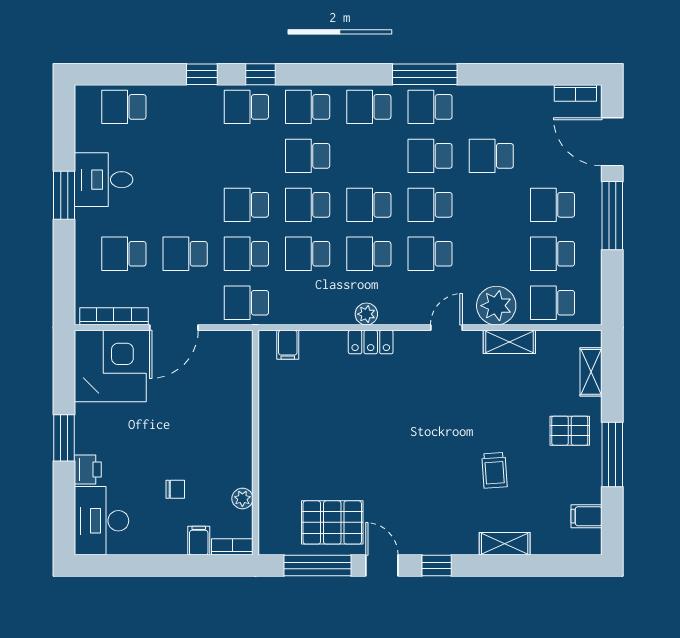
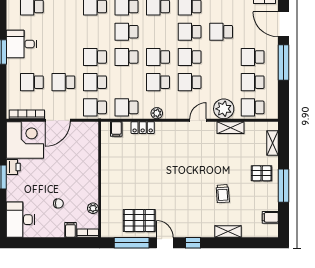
school desk: (308, 254) -> (127, 107), moved
locker: (371, 342) -> (143, 128), moved
printer: (88, 470) -> (13, 167), moved

